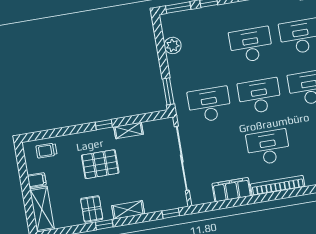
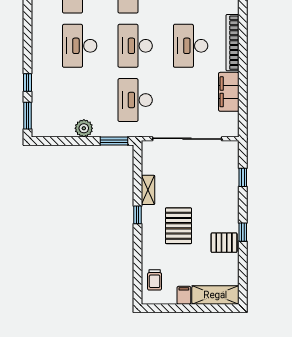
plant: (173, 45) -> (84, 128), moved
shelving: (128, 210) -> (231, 204), removed
window: (171, 213) -> (243, 177), moved

